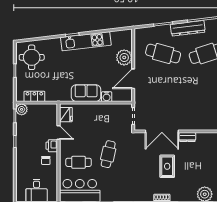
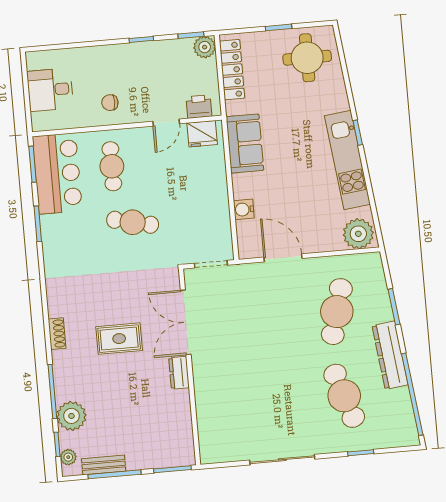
plant: (124, 57) -> (358, 234), moved
sofa: (86, 93) -> (245, 144), moved
locker: (34, 96) -> (232, 70), width x1.53
printer: (52, 146) -> (199, 107), moved

